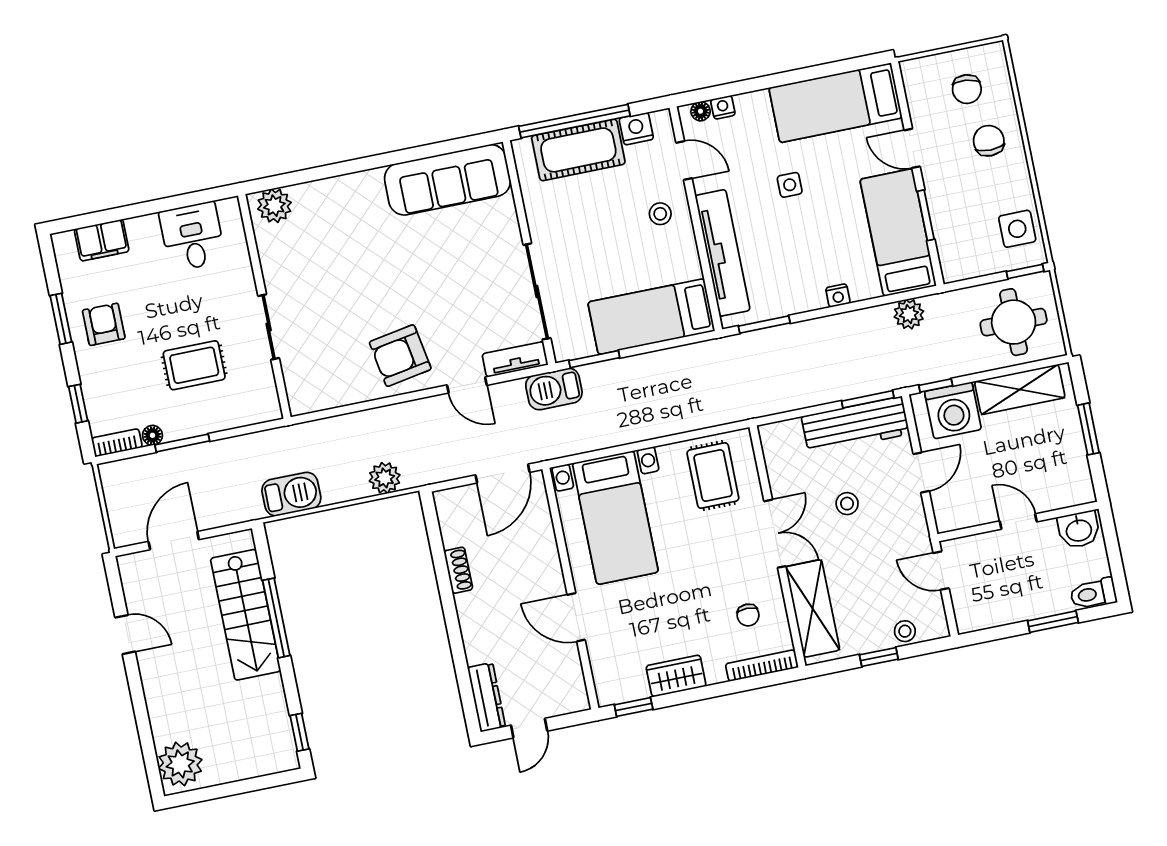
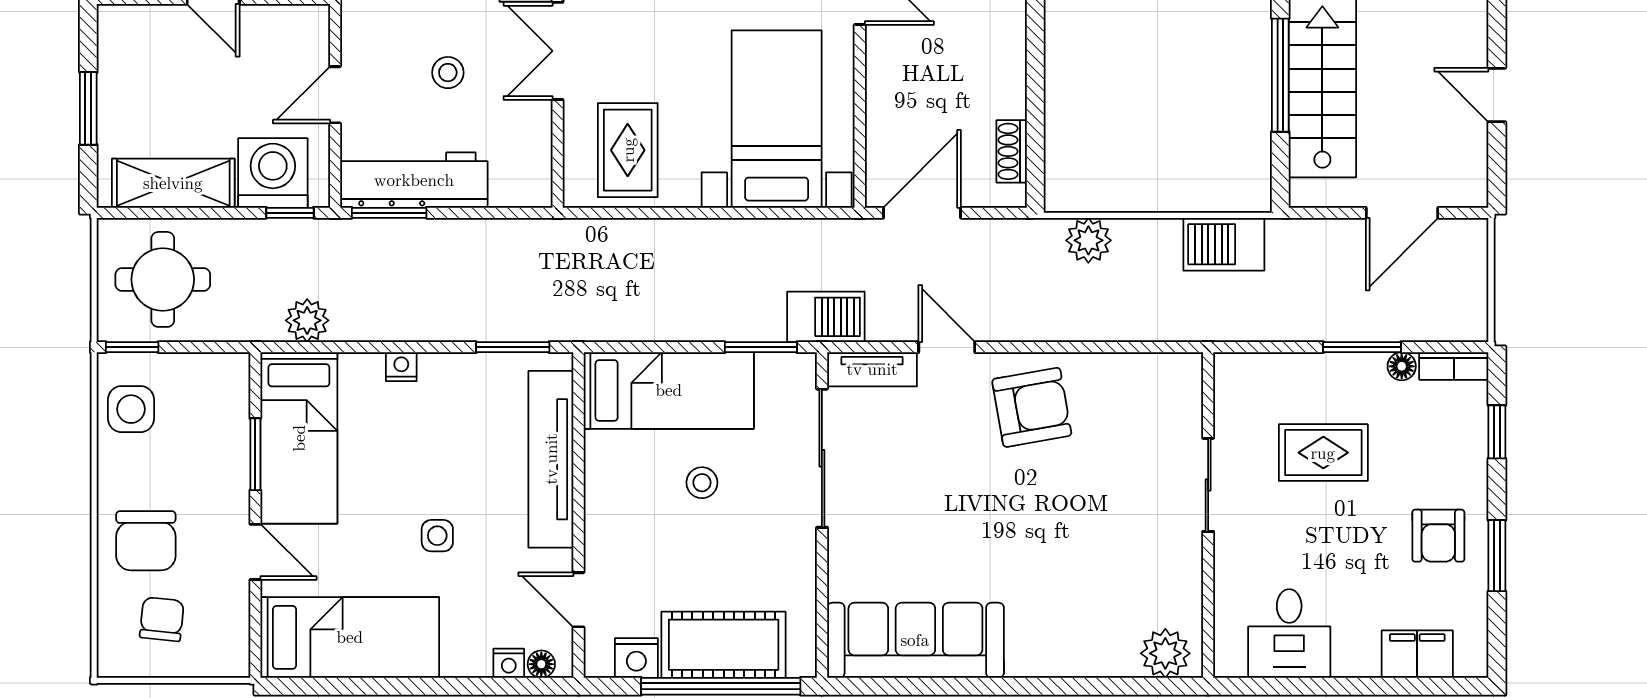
chair: (989, 141) -> (146, 541), width x1.37, depth x1.37
stool: (660, 214) -> (702, 483), moved
shoe rack: (458, 570) -> (1012, 151), moved

